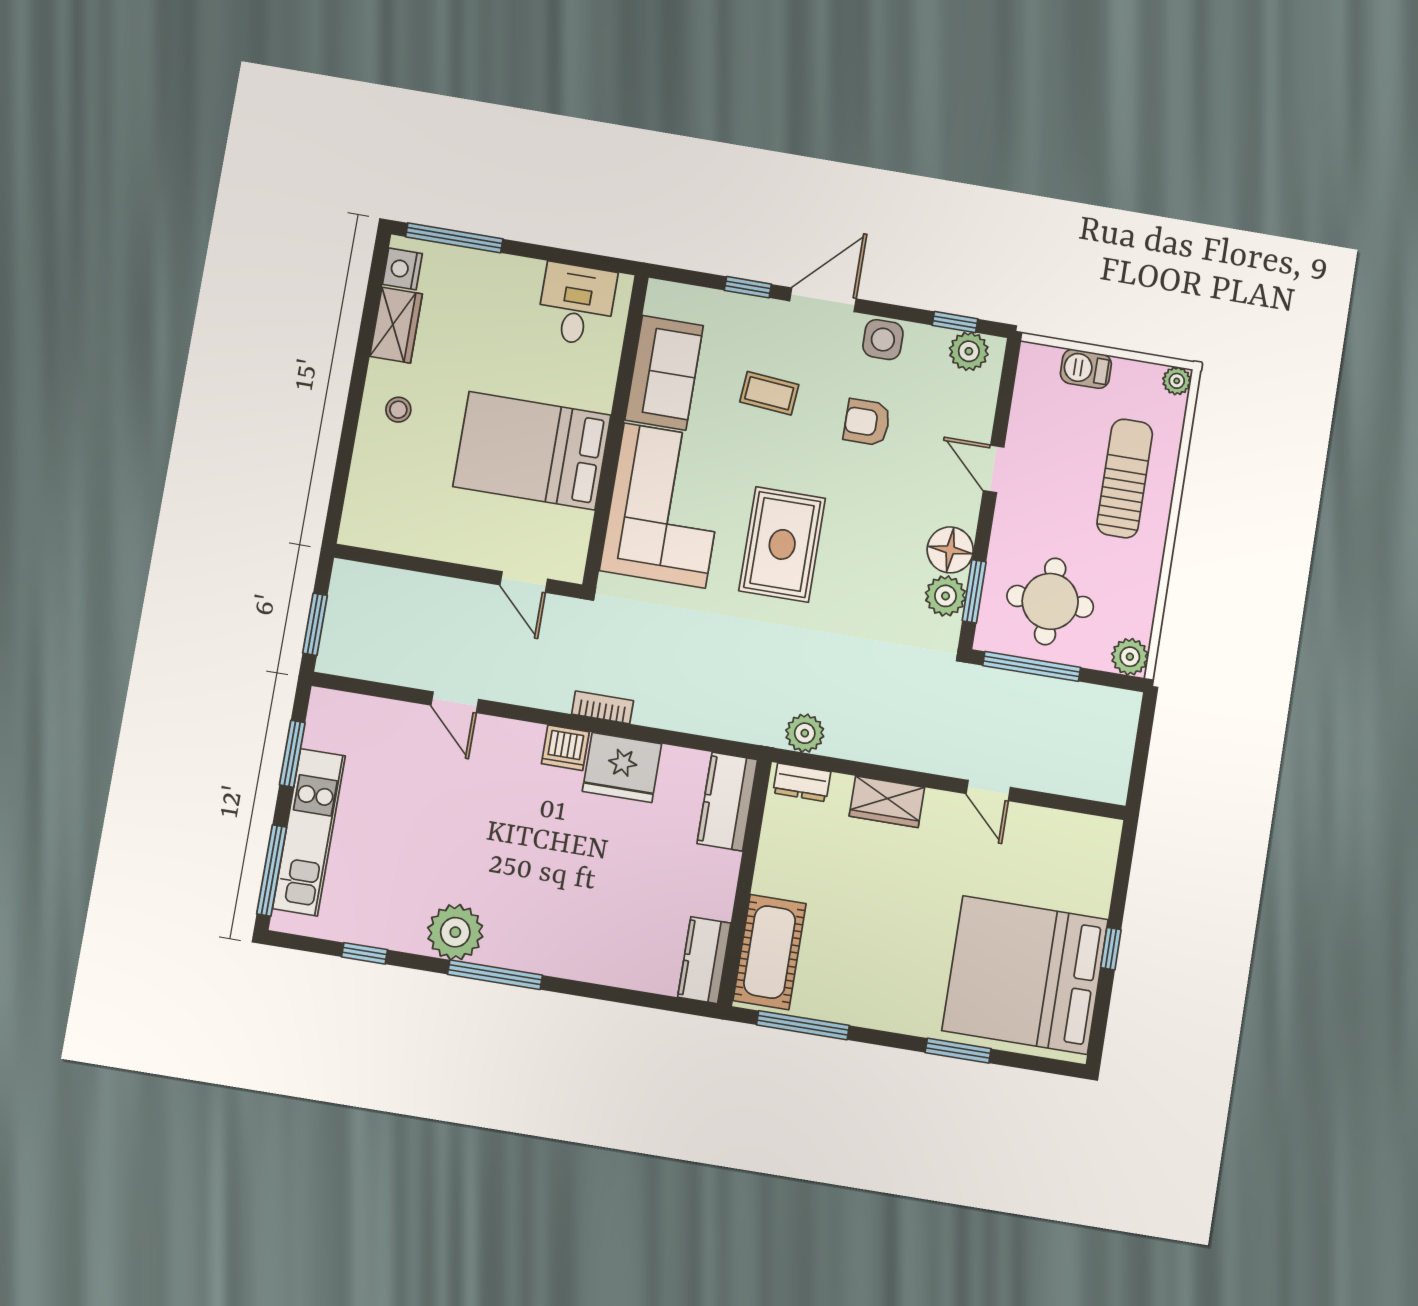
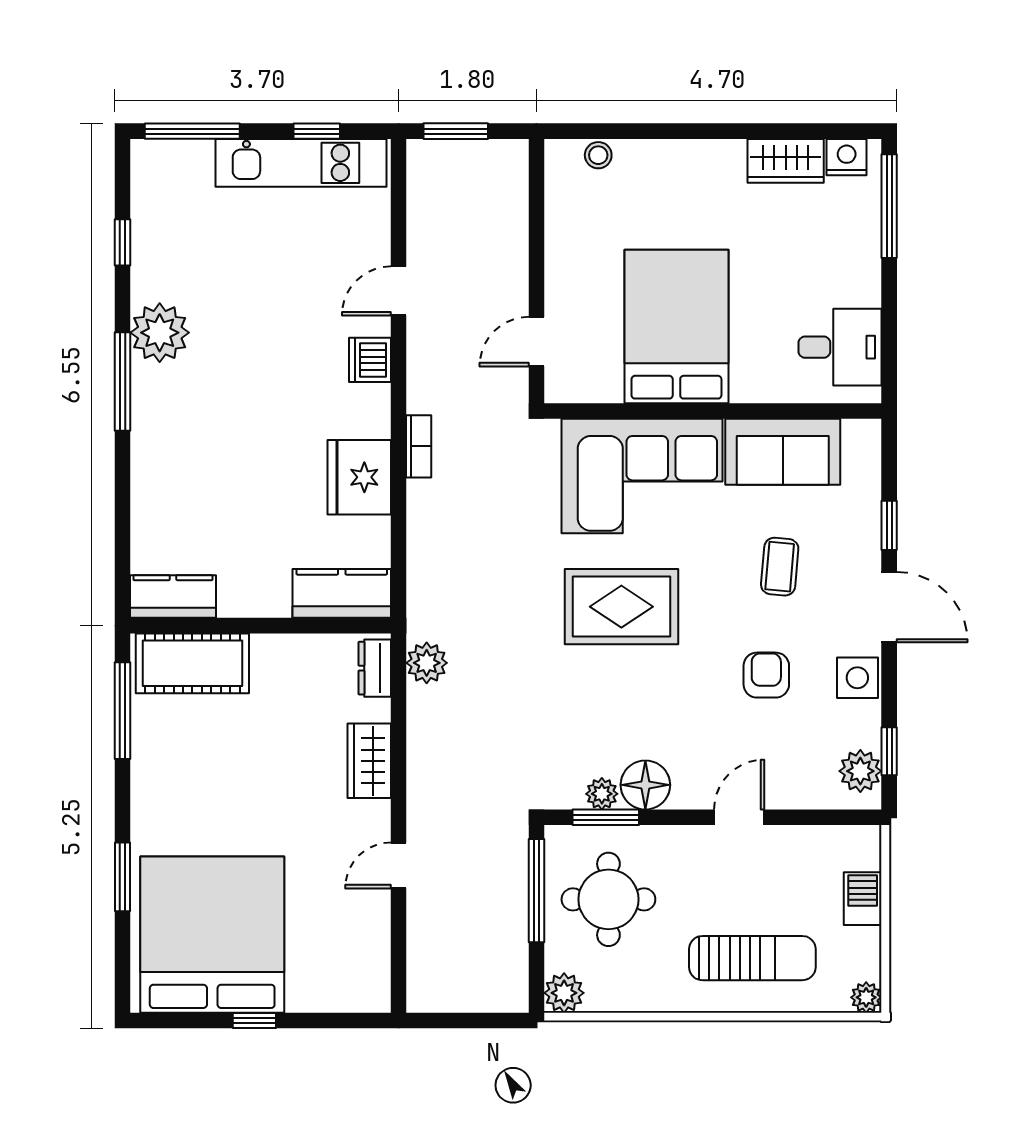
stool: (398, 410) -> (598, 155), moved
plant: (946, 596) -> (602, 794), width x0.73, depth x0.73
dishwasher: (565, 748) -> (370, 360), moved
window: (292, 754) -> (317, 131), width x0.67
kitchen unit: (309, 832) -> (301, 163), moved

